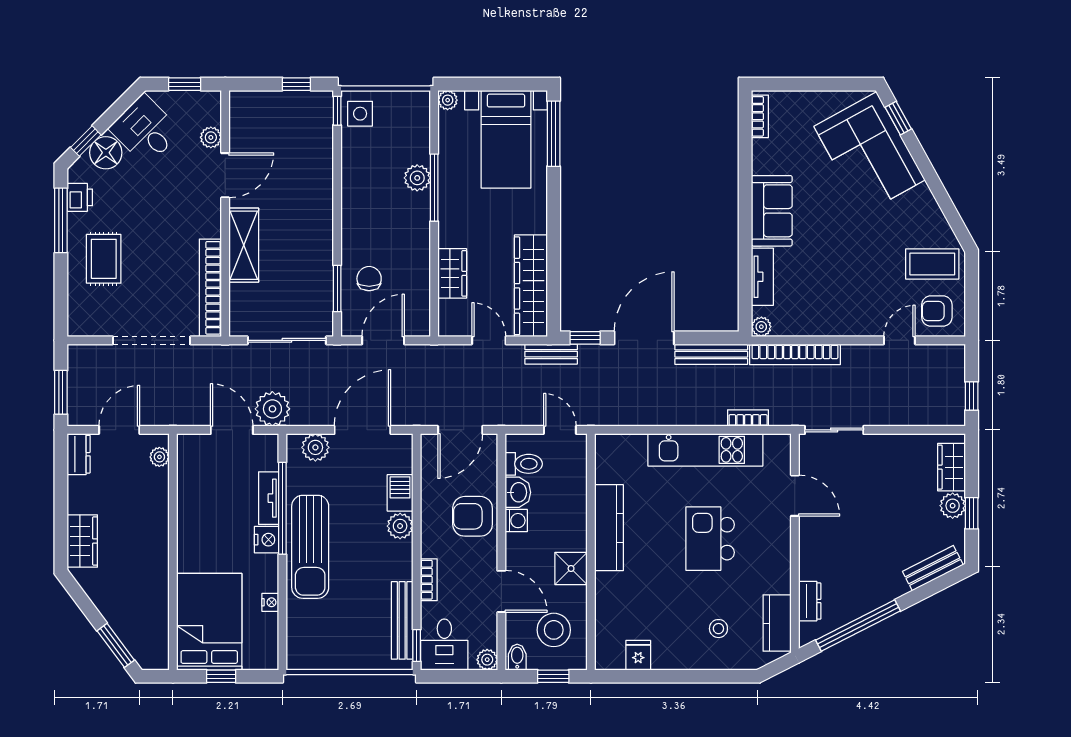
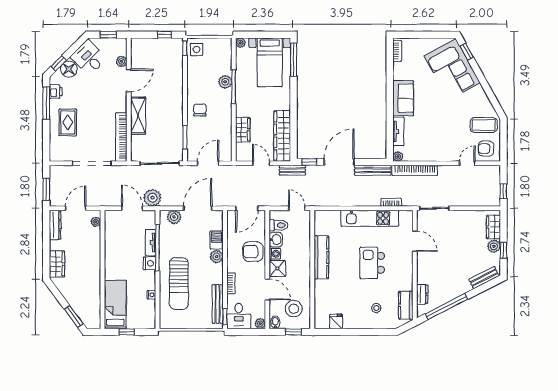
chair: (369, 279) -> (200, 110), moved
dresser: (79, 454) -> (55, 225), width x1.44
sun lounger: (310, 547) -> (179, 283), moved
shower: (571, 568) -> (277, 268), moved
bed: (209, 622) -> (115, 305), width x0.67

